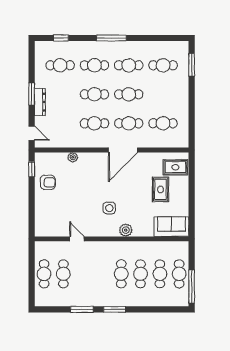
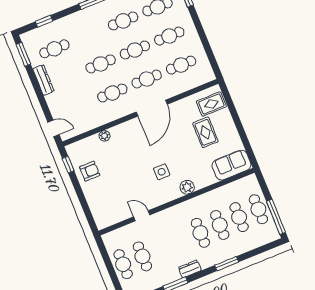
cafe table: (94, 65) -> (169, 36), moved
window: (32, 94) -> (23, 54), moved
dresser: (40, 102) -> (43, 80), moved
dresser: (100, 301) -> (190, 269), added
window: (114, 309) -> (227, 264), moved

